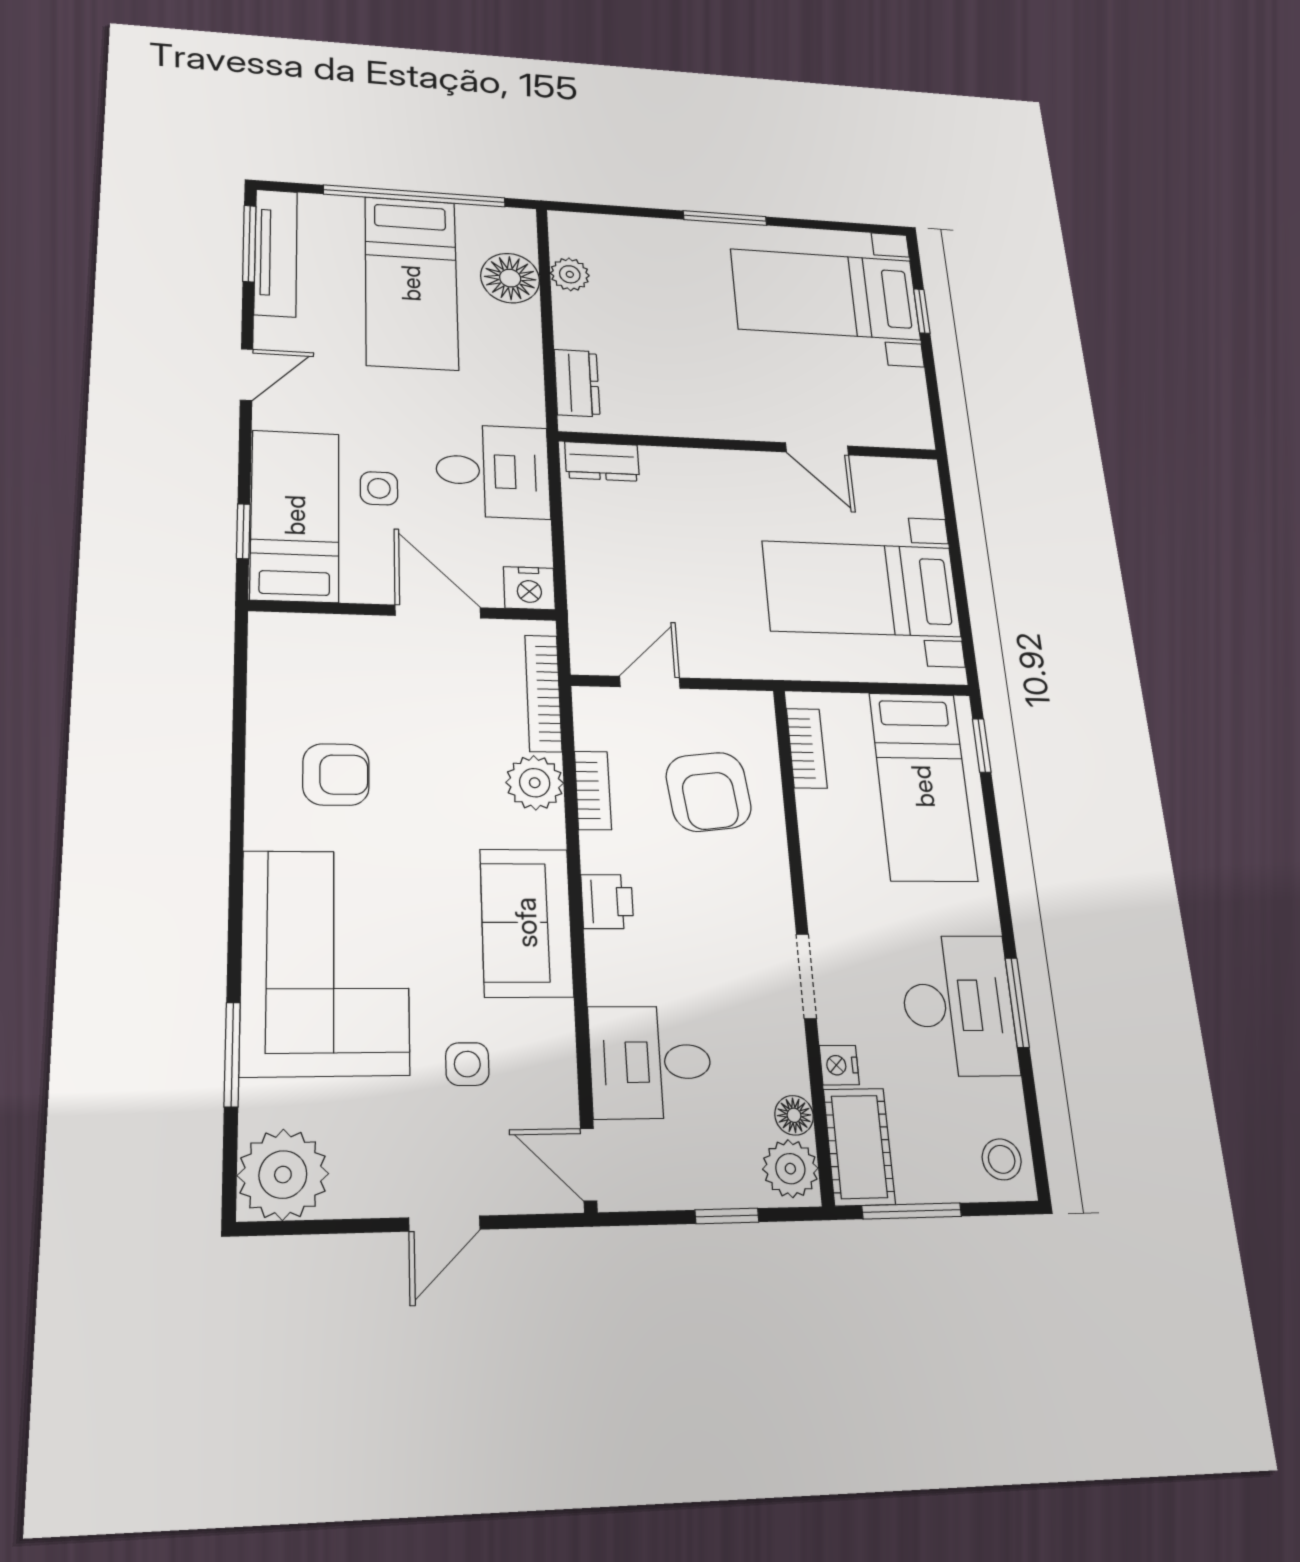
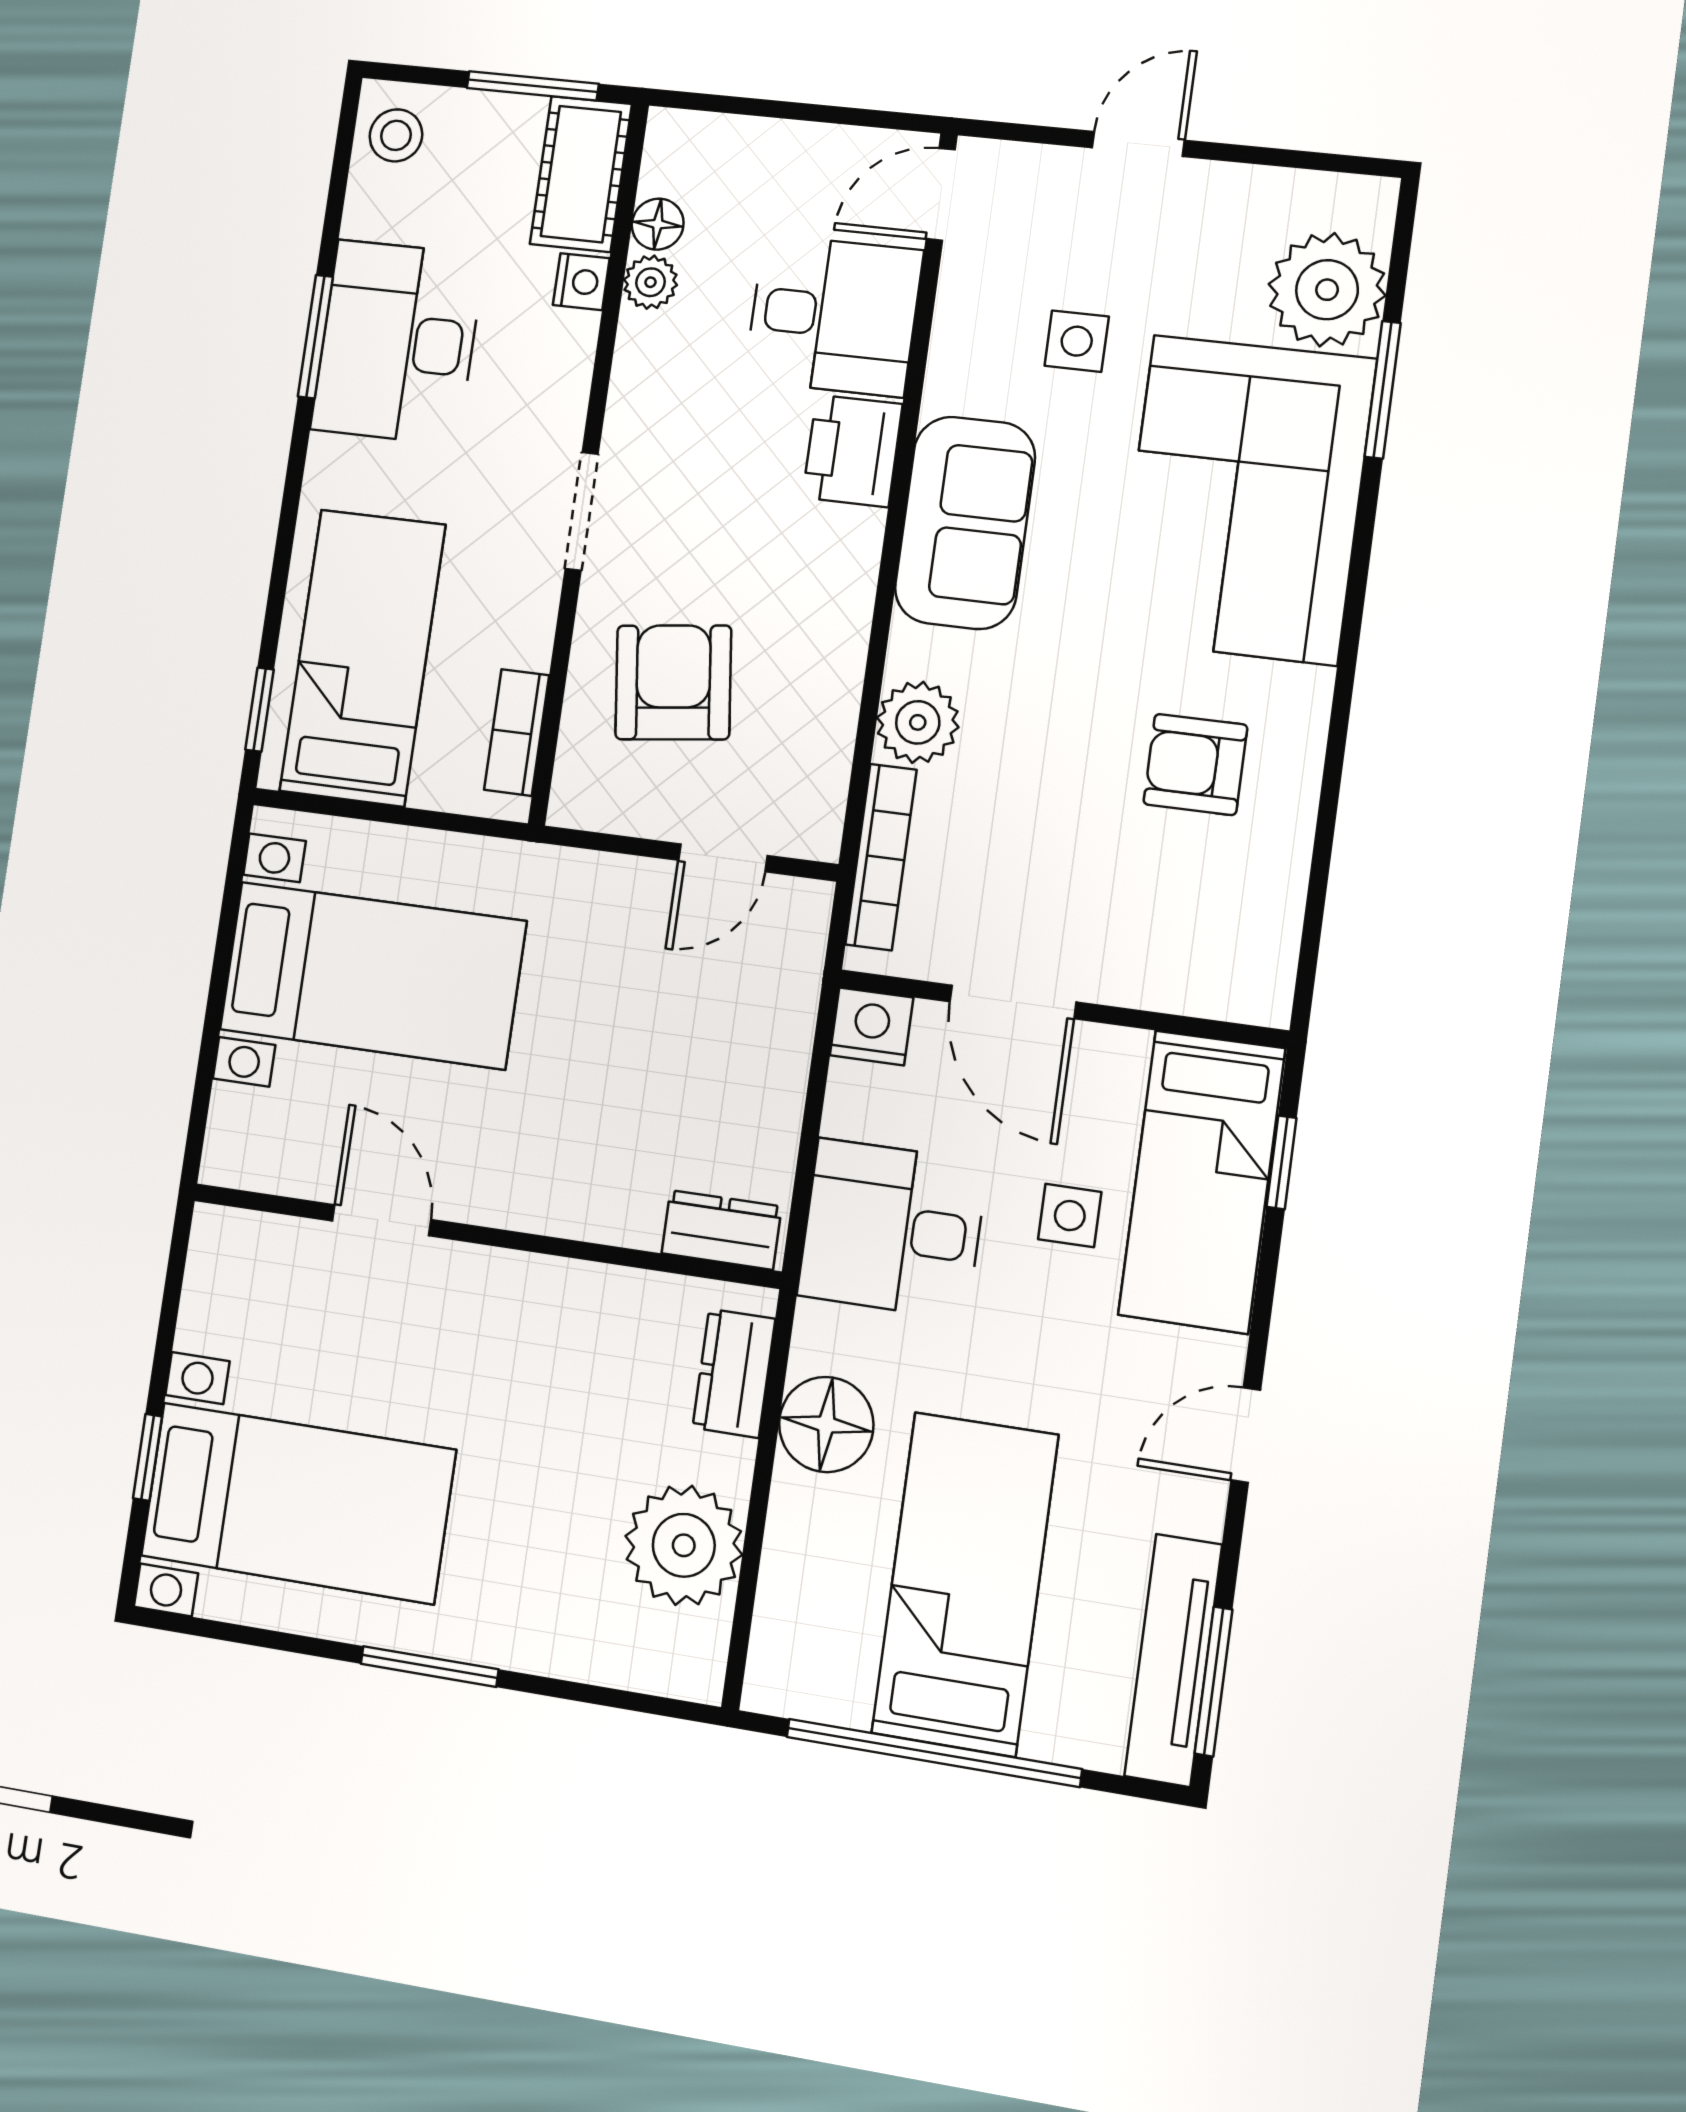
plant: (570, 274) -> (684, 1545), width x1.88, depth x1.88
floor lamp: (510, 278) -> (826, 1424), moved
bookcase: (593, 790) -> (838, 702), removed
printer: (607, 902) -> (852, 451), moved, width x1.36, depth x1.24
doorway: (806, 976) -> (582, 512), moved
door: (589, 1164) -> (941, 194), swing flipped
plant: (790, 1169) -> (650, 282), moved, width x0.73, depth x0.73
plant: (283, 1175) -> (1327, 290), moved
window: (727, 1216) -> (775, 109), removed

